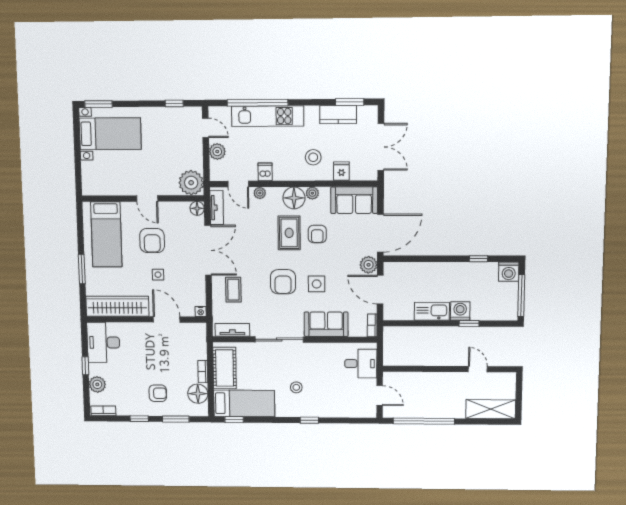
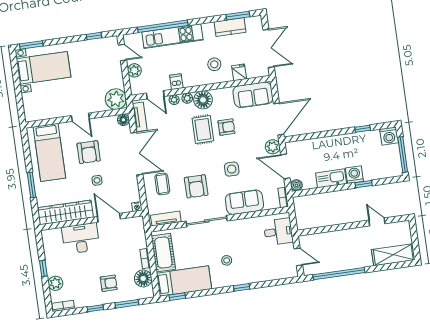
plant: (312, 193) -> (187, 98), moved
armchair: (317, 234) -> (226, 127), turned -90
armchair: (283, 282) -> (196, 186), moved
boiler: (390, 314) -> (296, 185), added
desk: (103, 342) -> (81, 238), moved, turned 90

